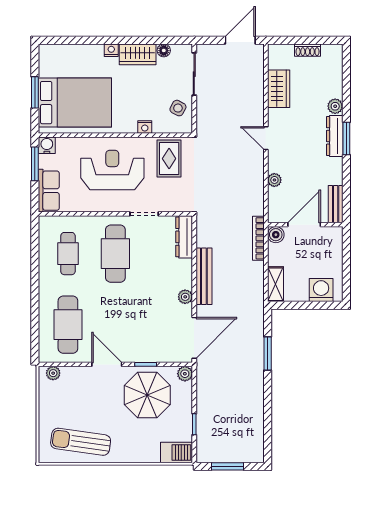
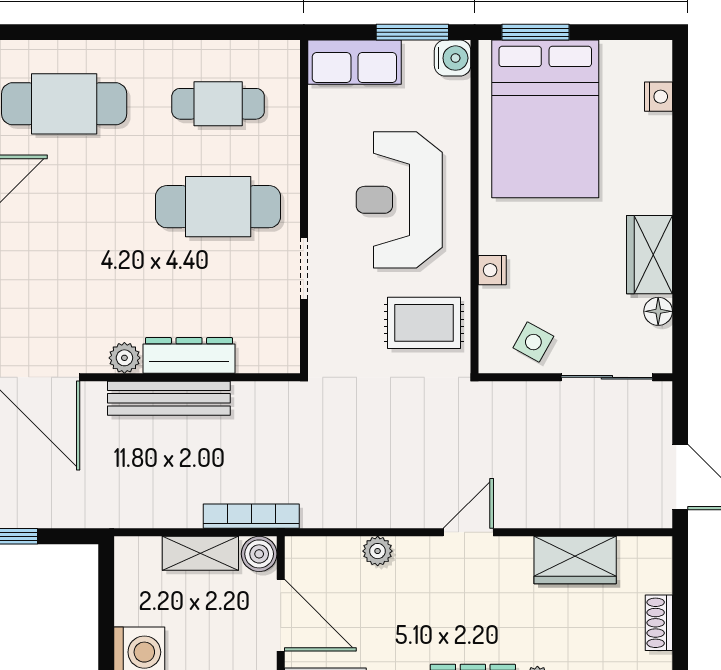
nightstand: (111, 50) -> (658, 97), moved
window: (35, 92) -> (536, 32), moved
reception desk: (112, 170) -> (399, 200), turned 180
dresser: (184, 237) -> (189, 355), moved
shelving: (275, 284) -> (200, 553), moved

